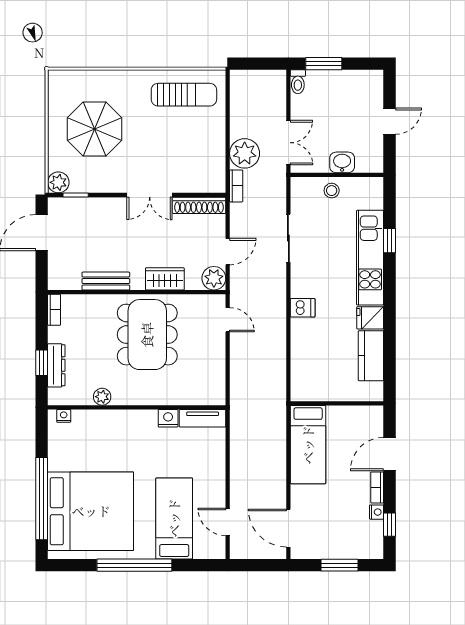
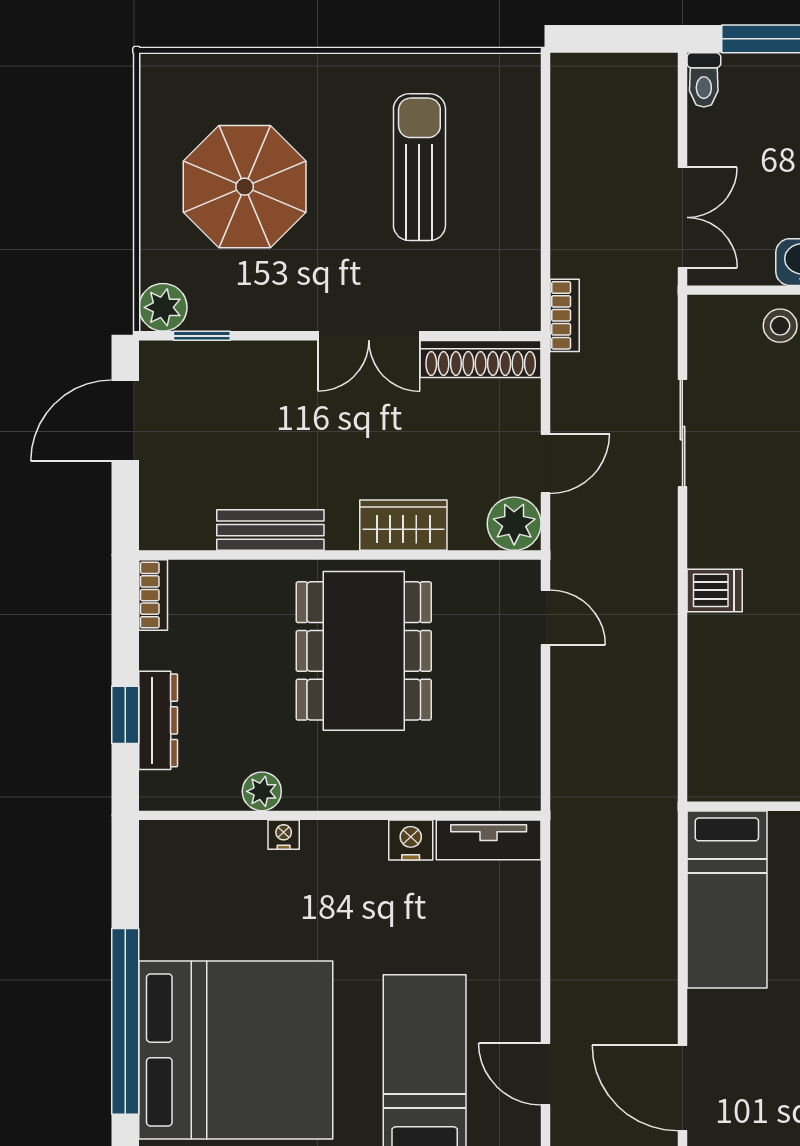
sun lounger: (184, 95) -> (419, 167), moved, turned -90
plant: (245, 153) -> (584, 242), removed
nightstand: (64, 416) -> (284, 835), moved

